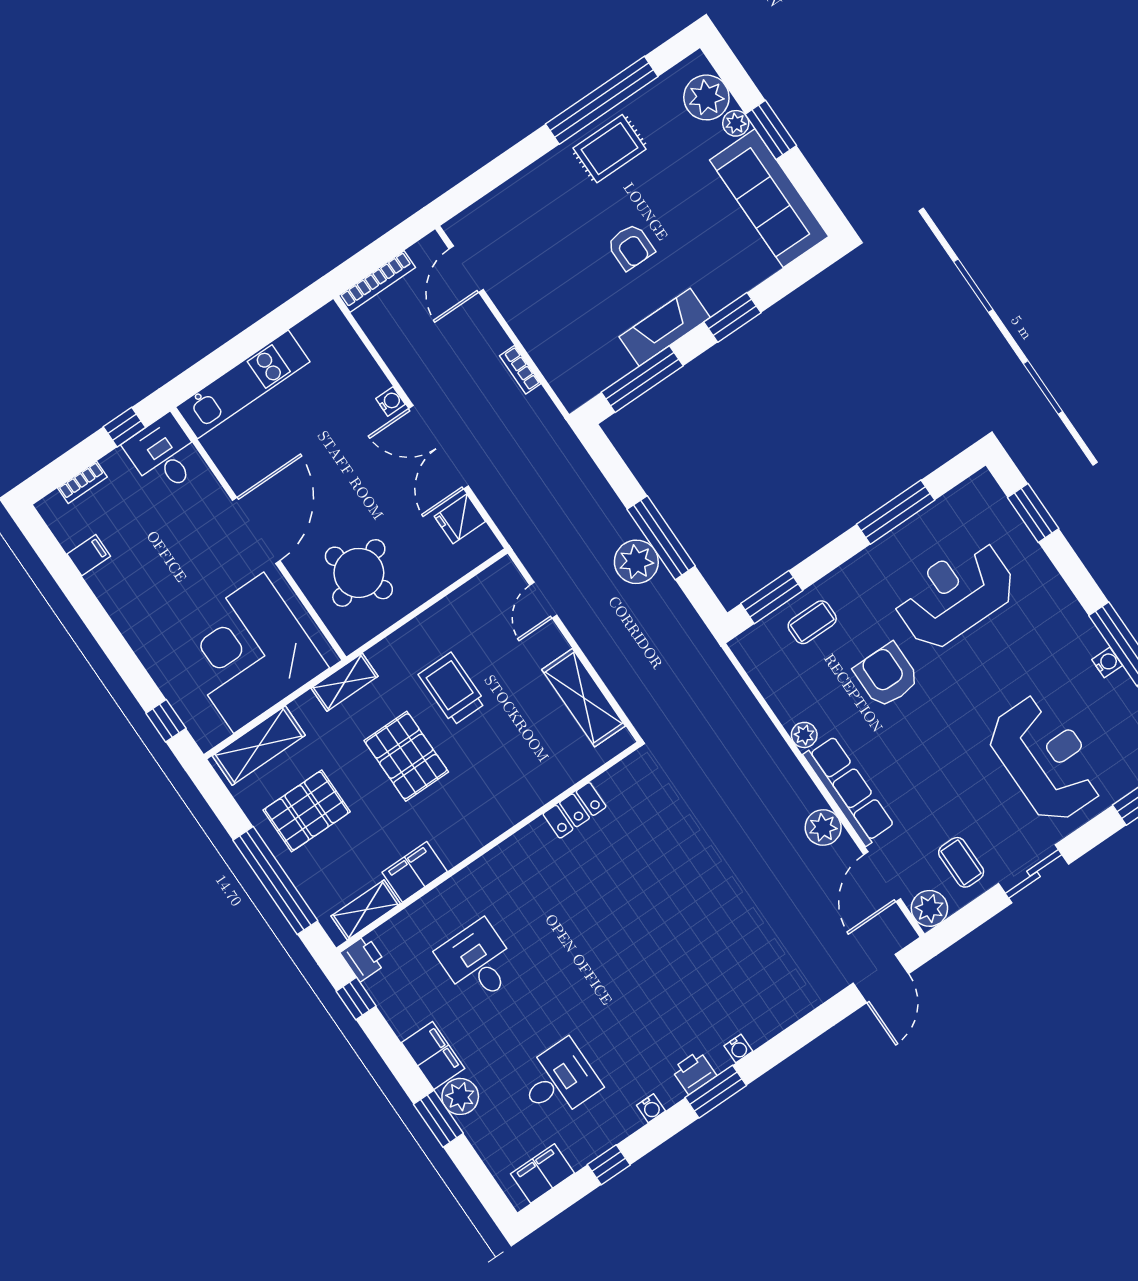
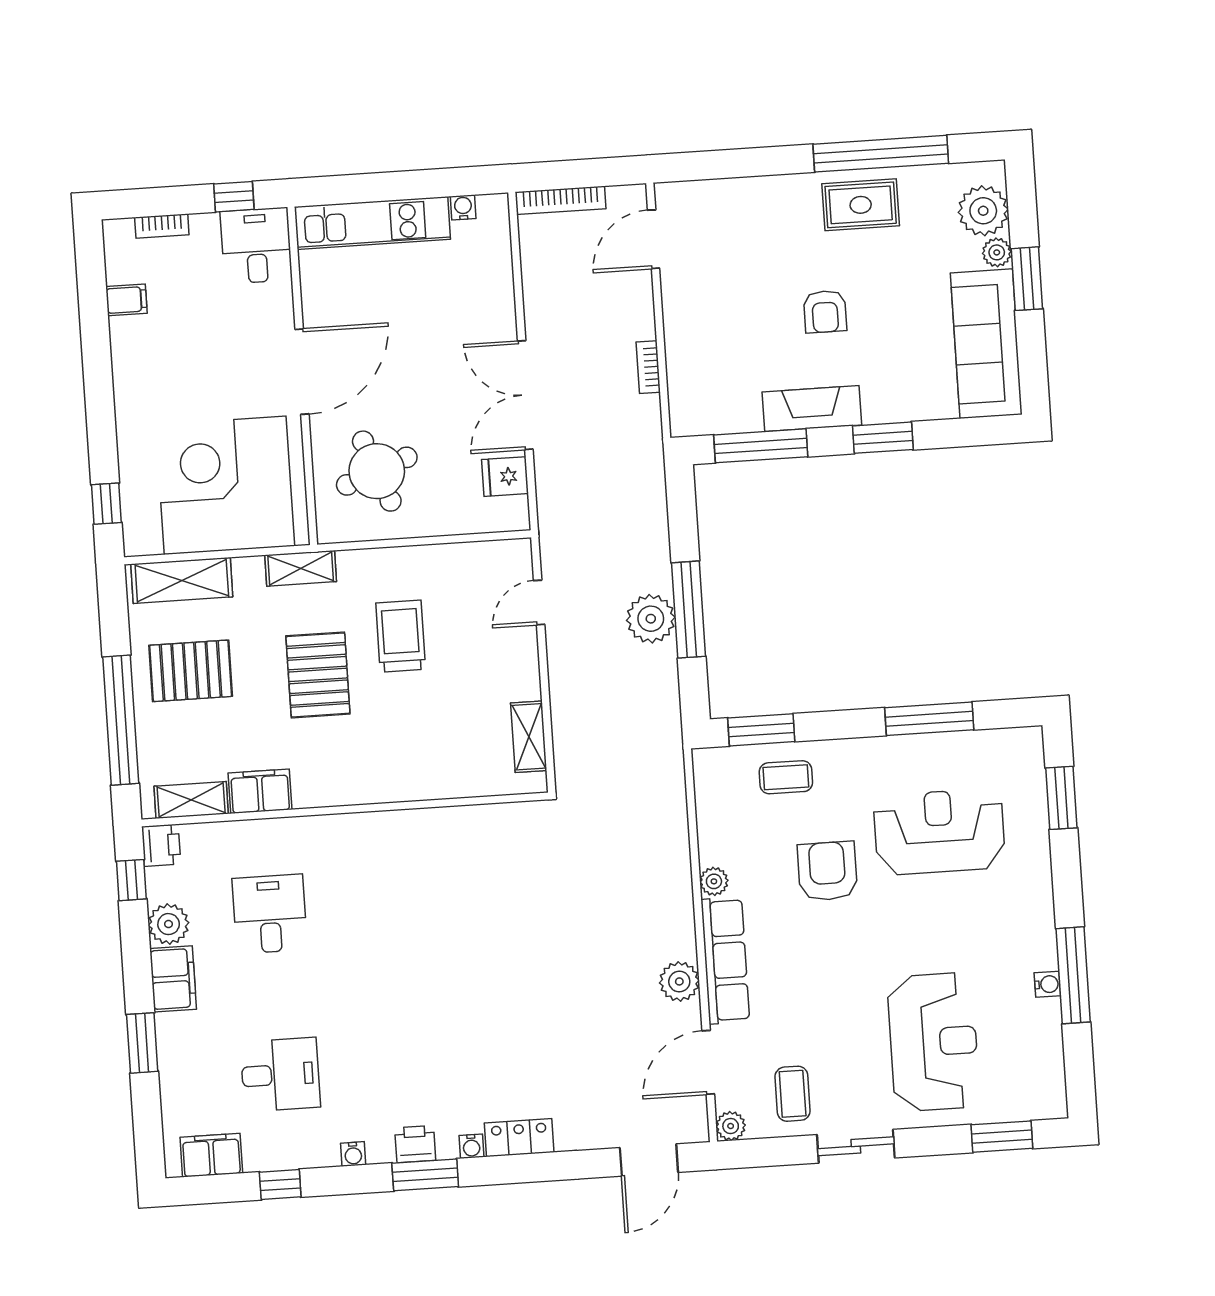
water cooler: (390, 401) -> (463, 207), moved, turned -90
shelving: (584, 698) -> (529, 737), width x0.67, depth x0.75
locker: (575, 810) -> (519, 1138), moved, turned 180
plant: (929, 908) -> (731, 1126), width x0.73, depth x0.73
plant: (460, 1096) -> (169, 924), moved

